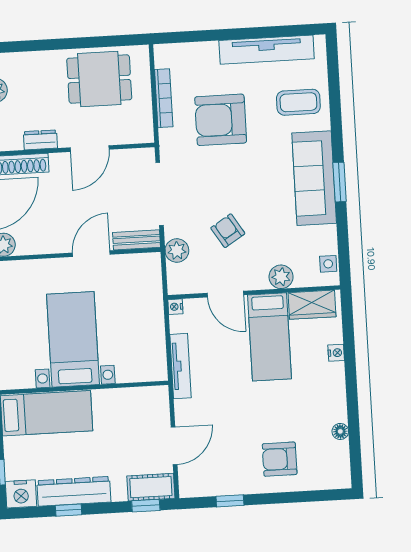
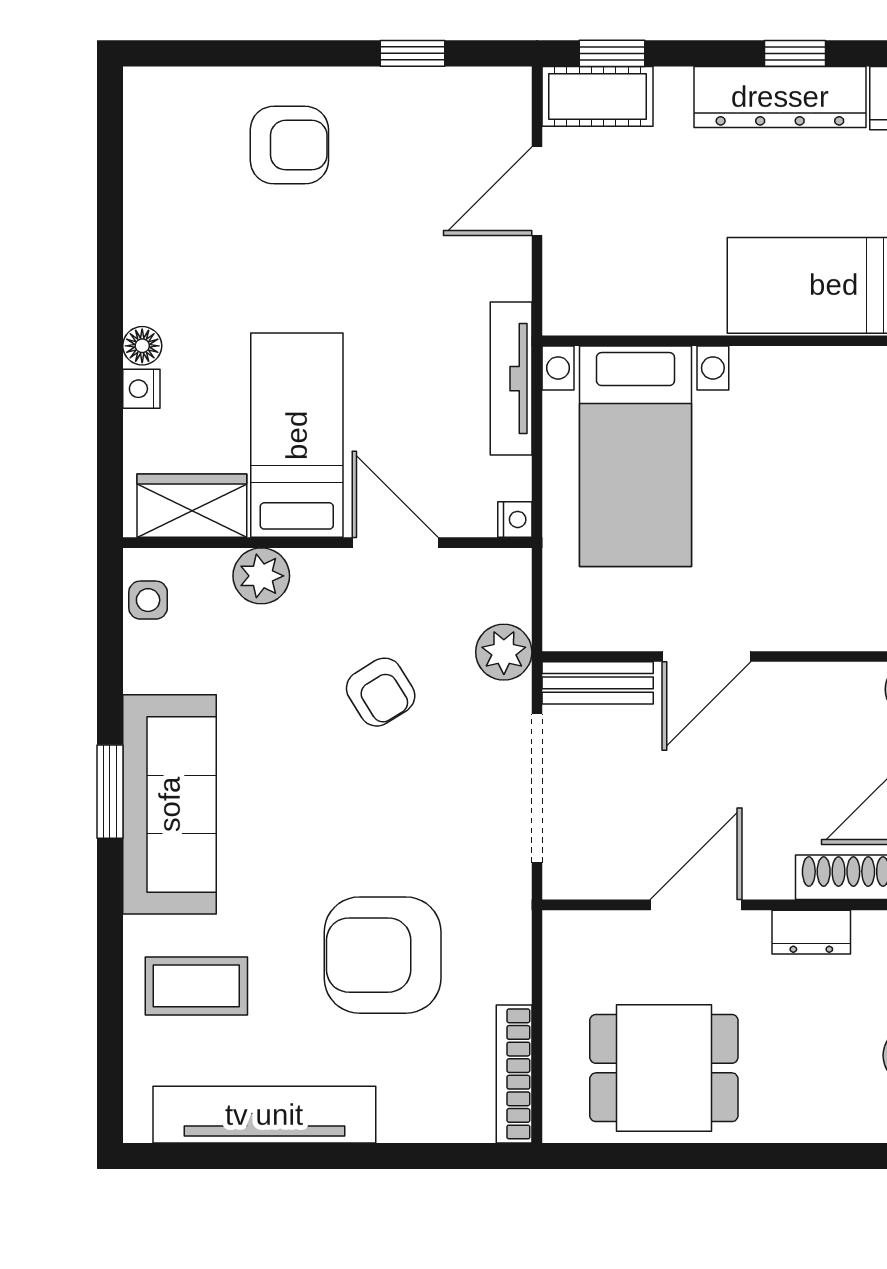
bookcase: (164, 98) -> (514, 1074), moved
armchair: (221, 120) -> (383, 955), turned 180
bed with nightstands: (73, 339) -> (635, 456), moved
floor lamp: (340, 431) -> (142, 346), moved

